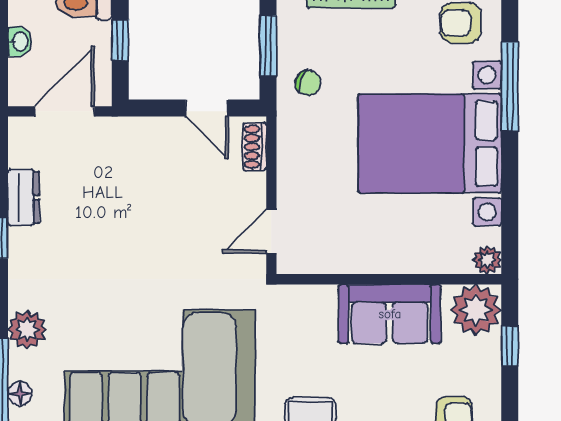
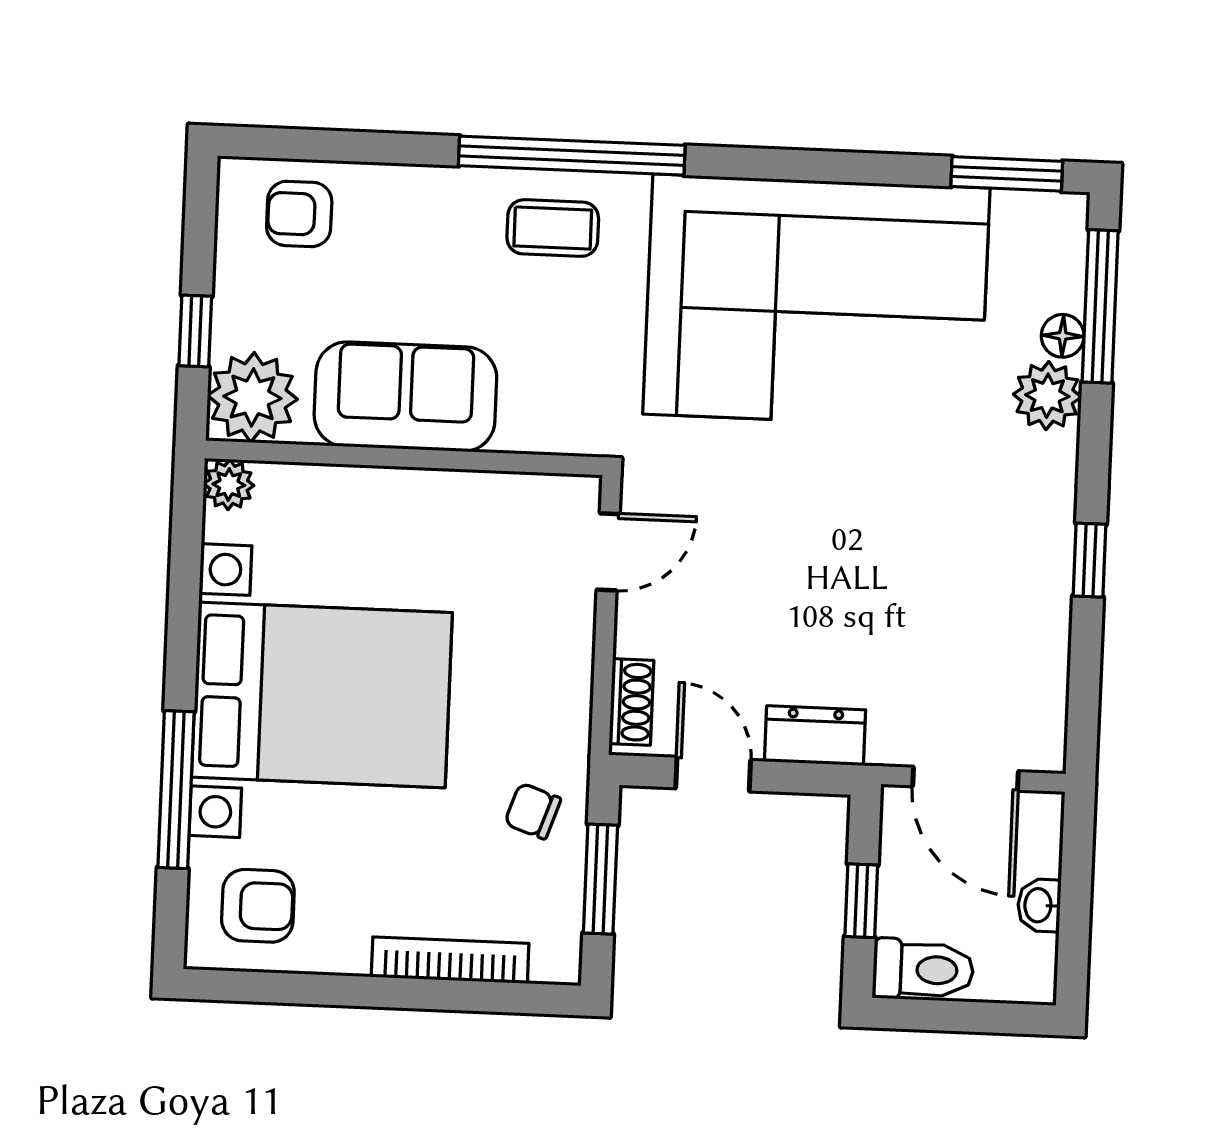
door: (64, 111) -> (965, 779), hinge flipped
dresser: (24, 197) -> (815, 736), moved, turned 90
floor lamp: (20, 394) -> (1063, 336), moved

